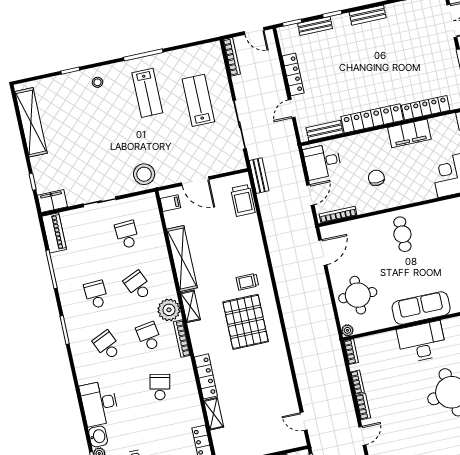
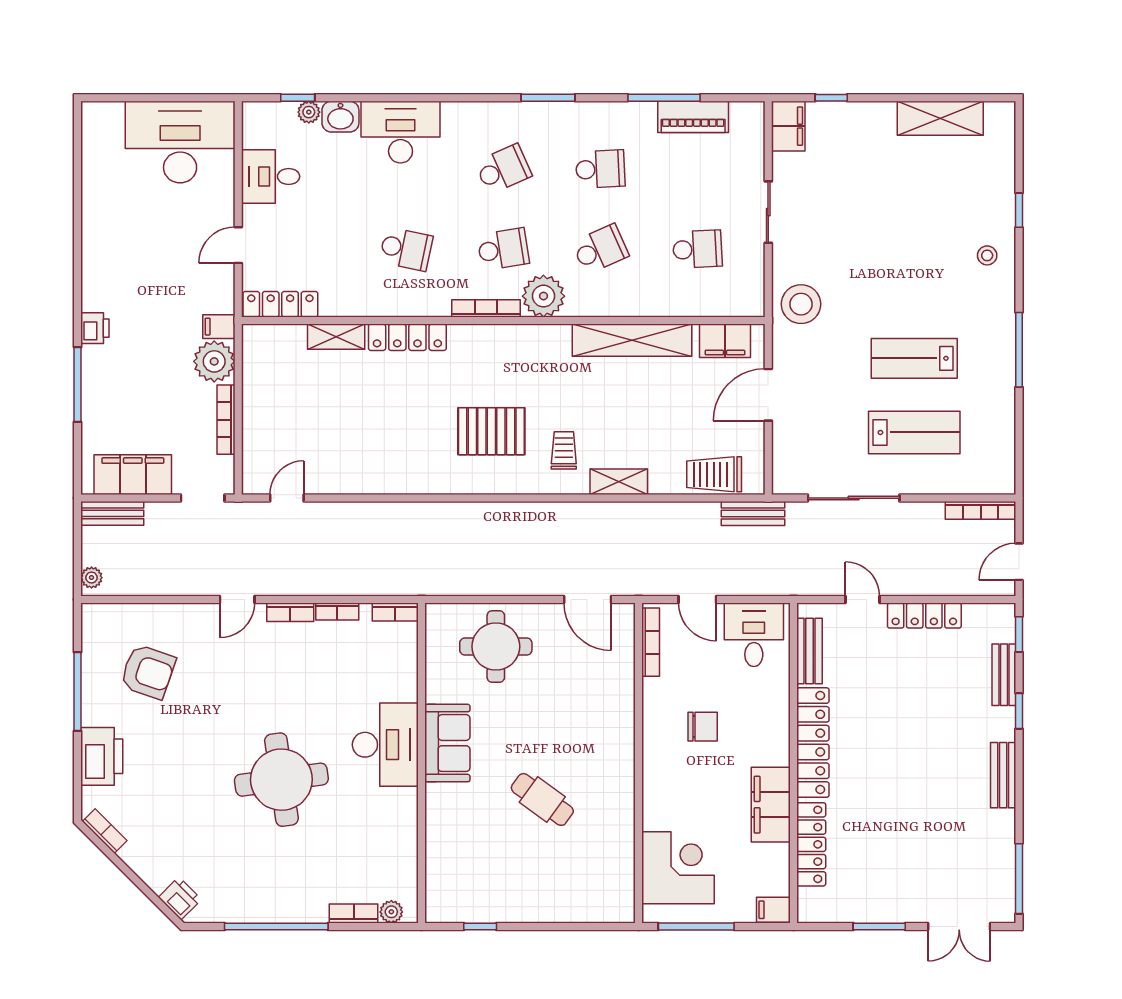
lab bench: (147, 93) -> (914, 358), moved
shelving: (31, 122) -> (940, 118), width x0.68
filing cabinet: (170, 203) -> (725, 341), width x2.00
piano: (54, 233) -> (693, 117), moved
cafe table: (402, 234) -> (542, 799), moved, turned 36
shelving: (190, 306) -> (619, 482), moved
sofa: (421, 308) -> (447, 743), width x0.73
pallet: (246, 322) -> (491, 431), width x0.73, depth x0.71
plant: (347, 330) -> (436, 614), removed
door: (362, 436) -> (237, 600), hinge flipped

